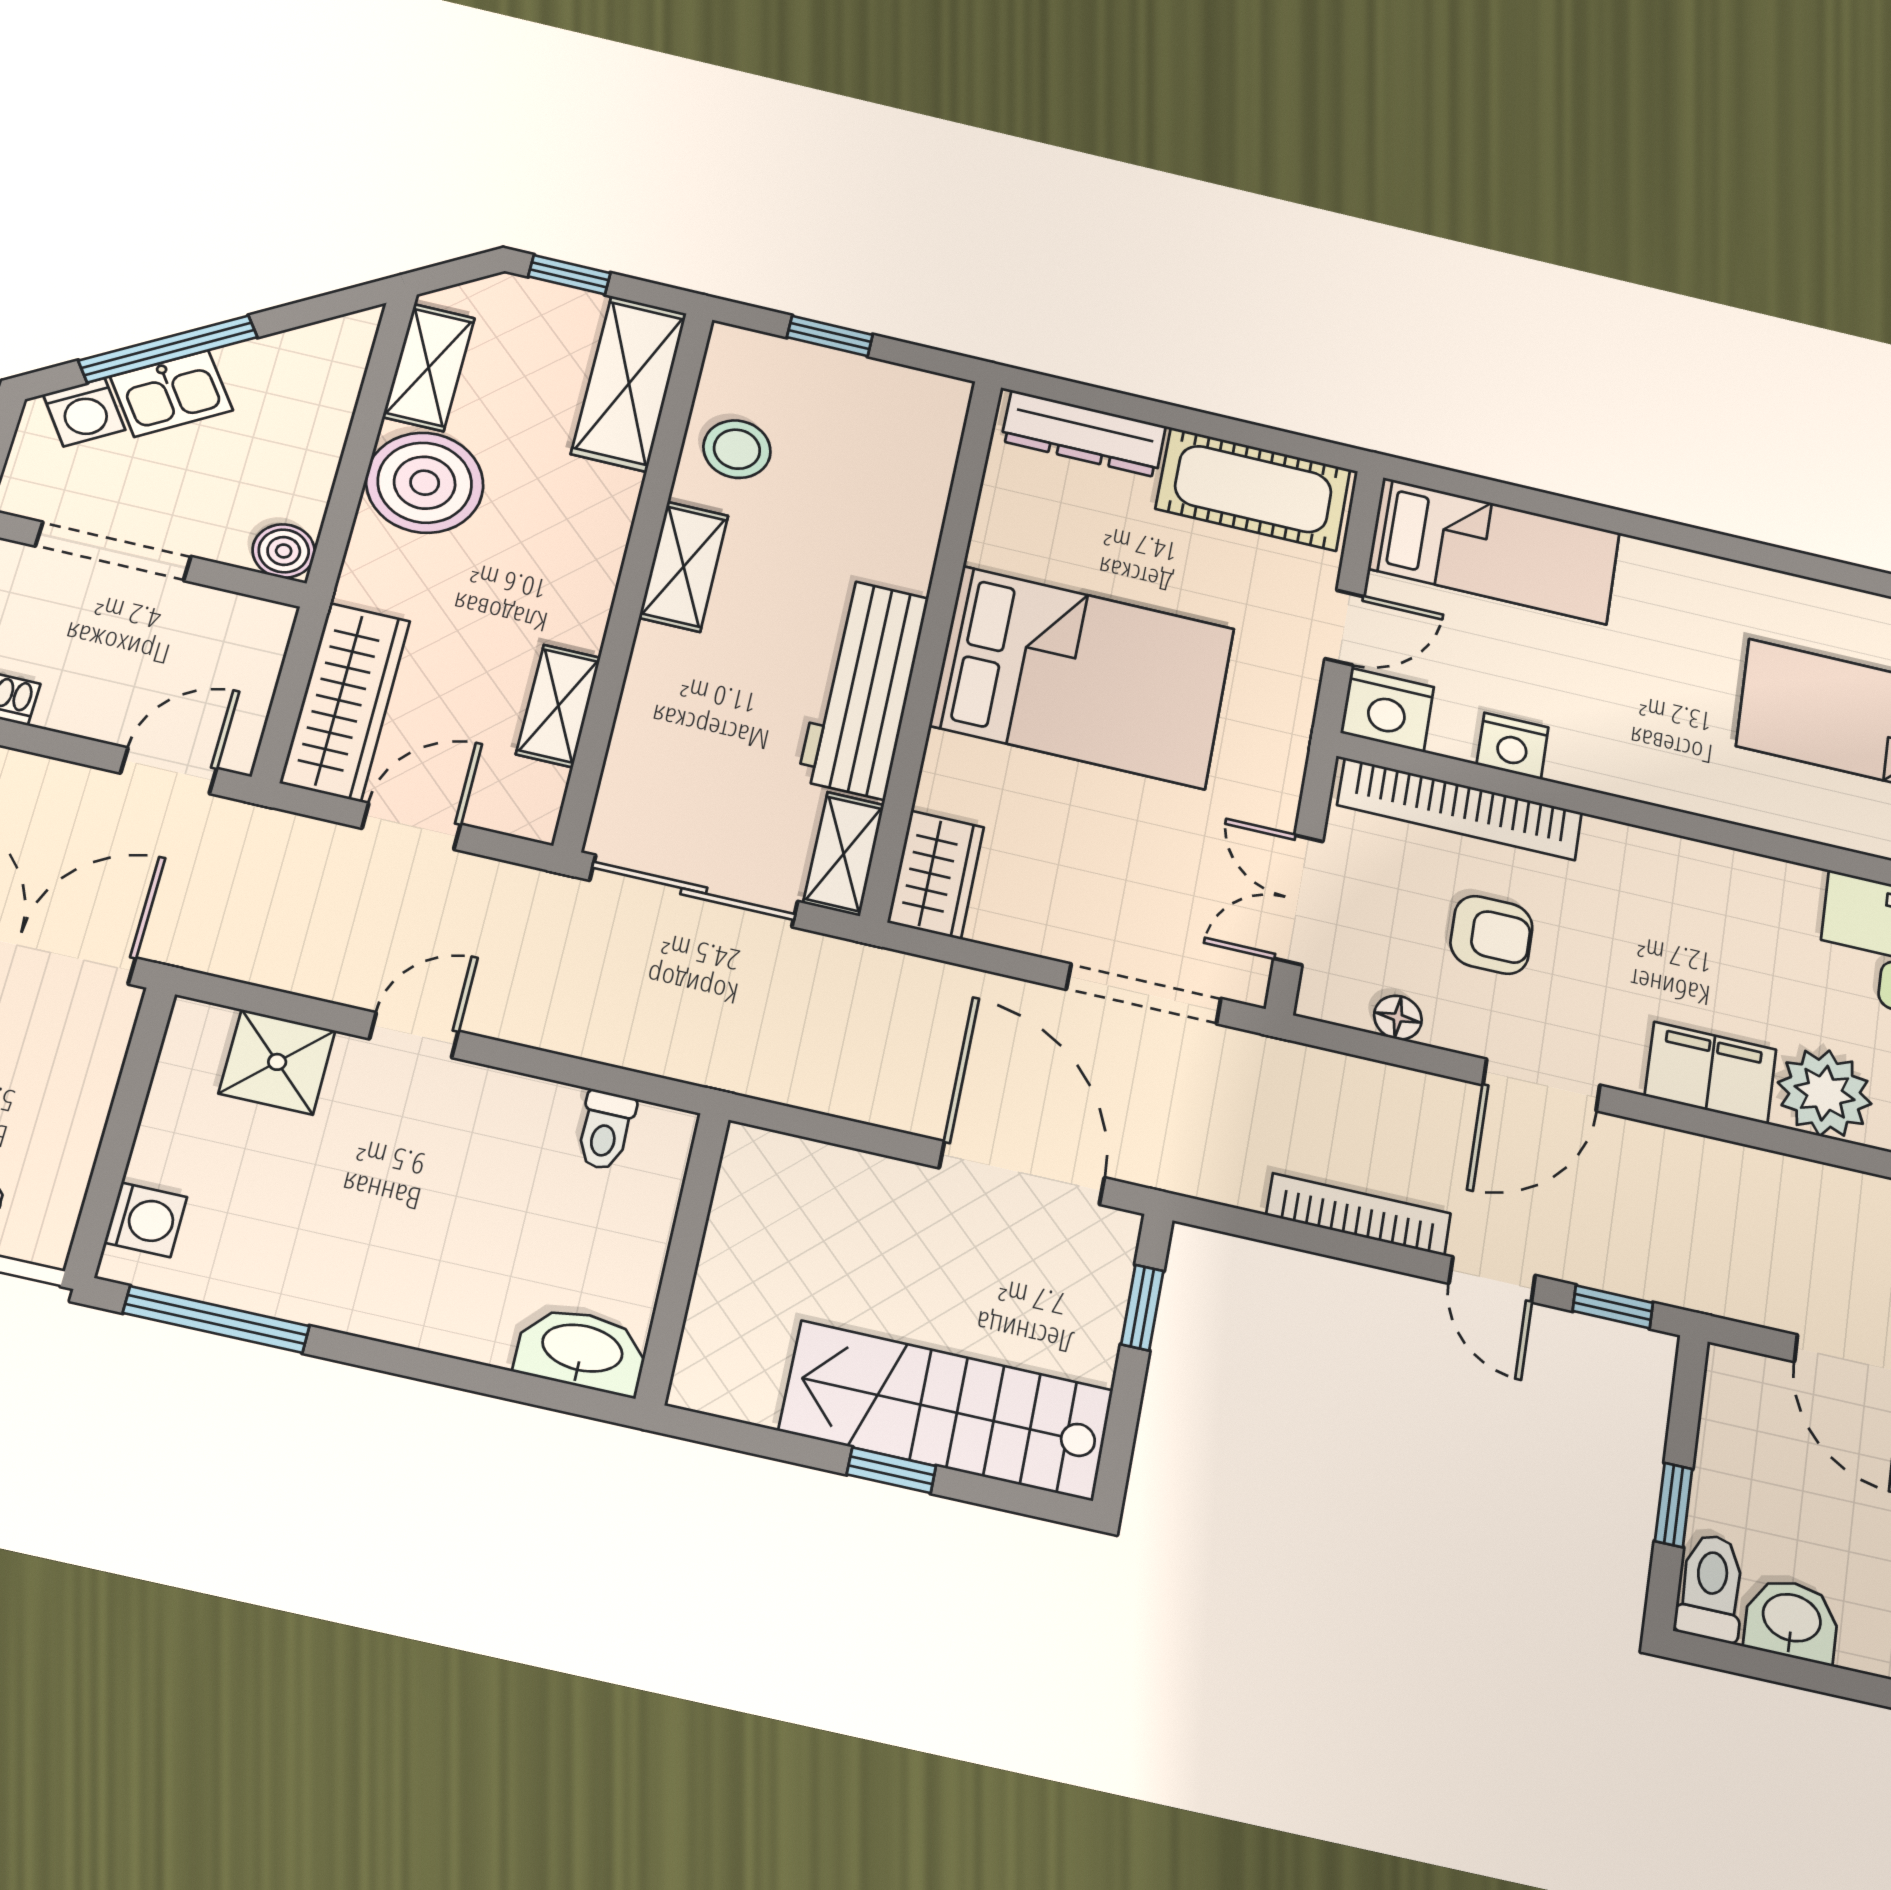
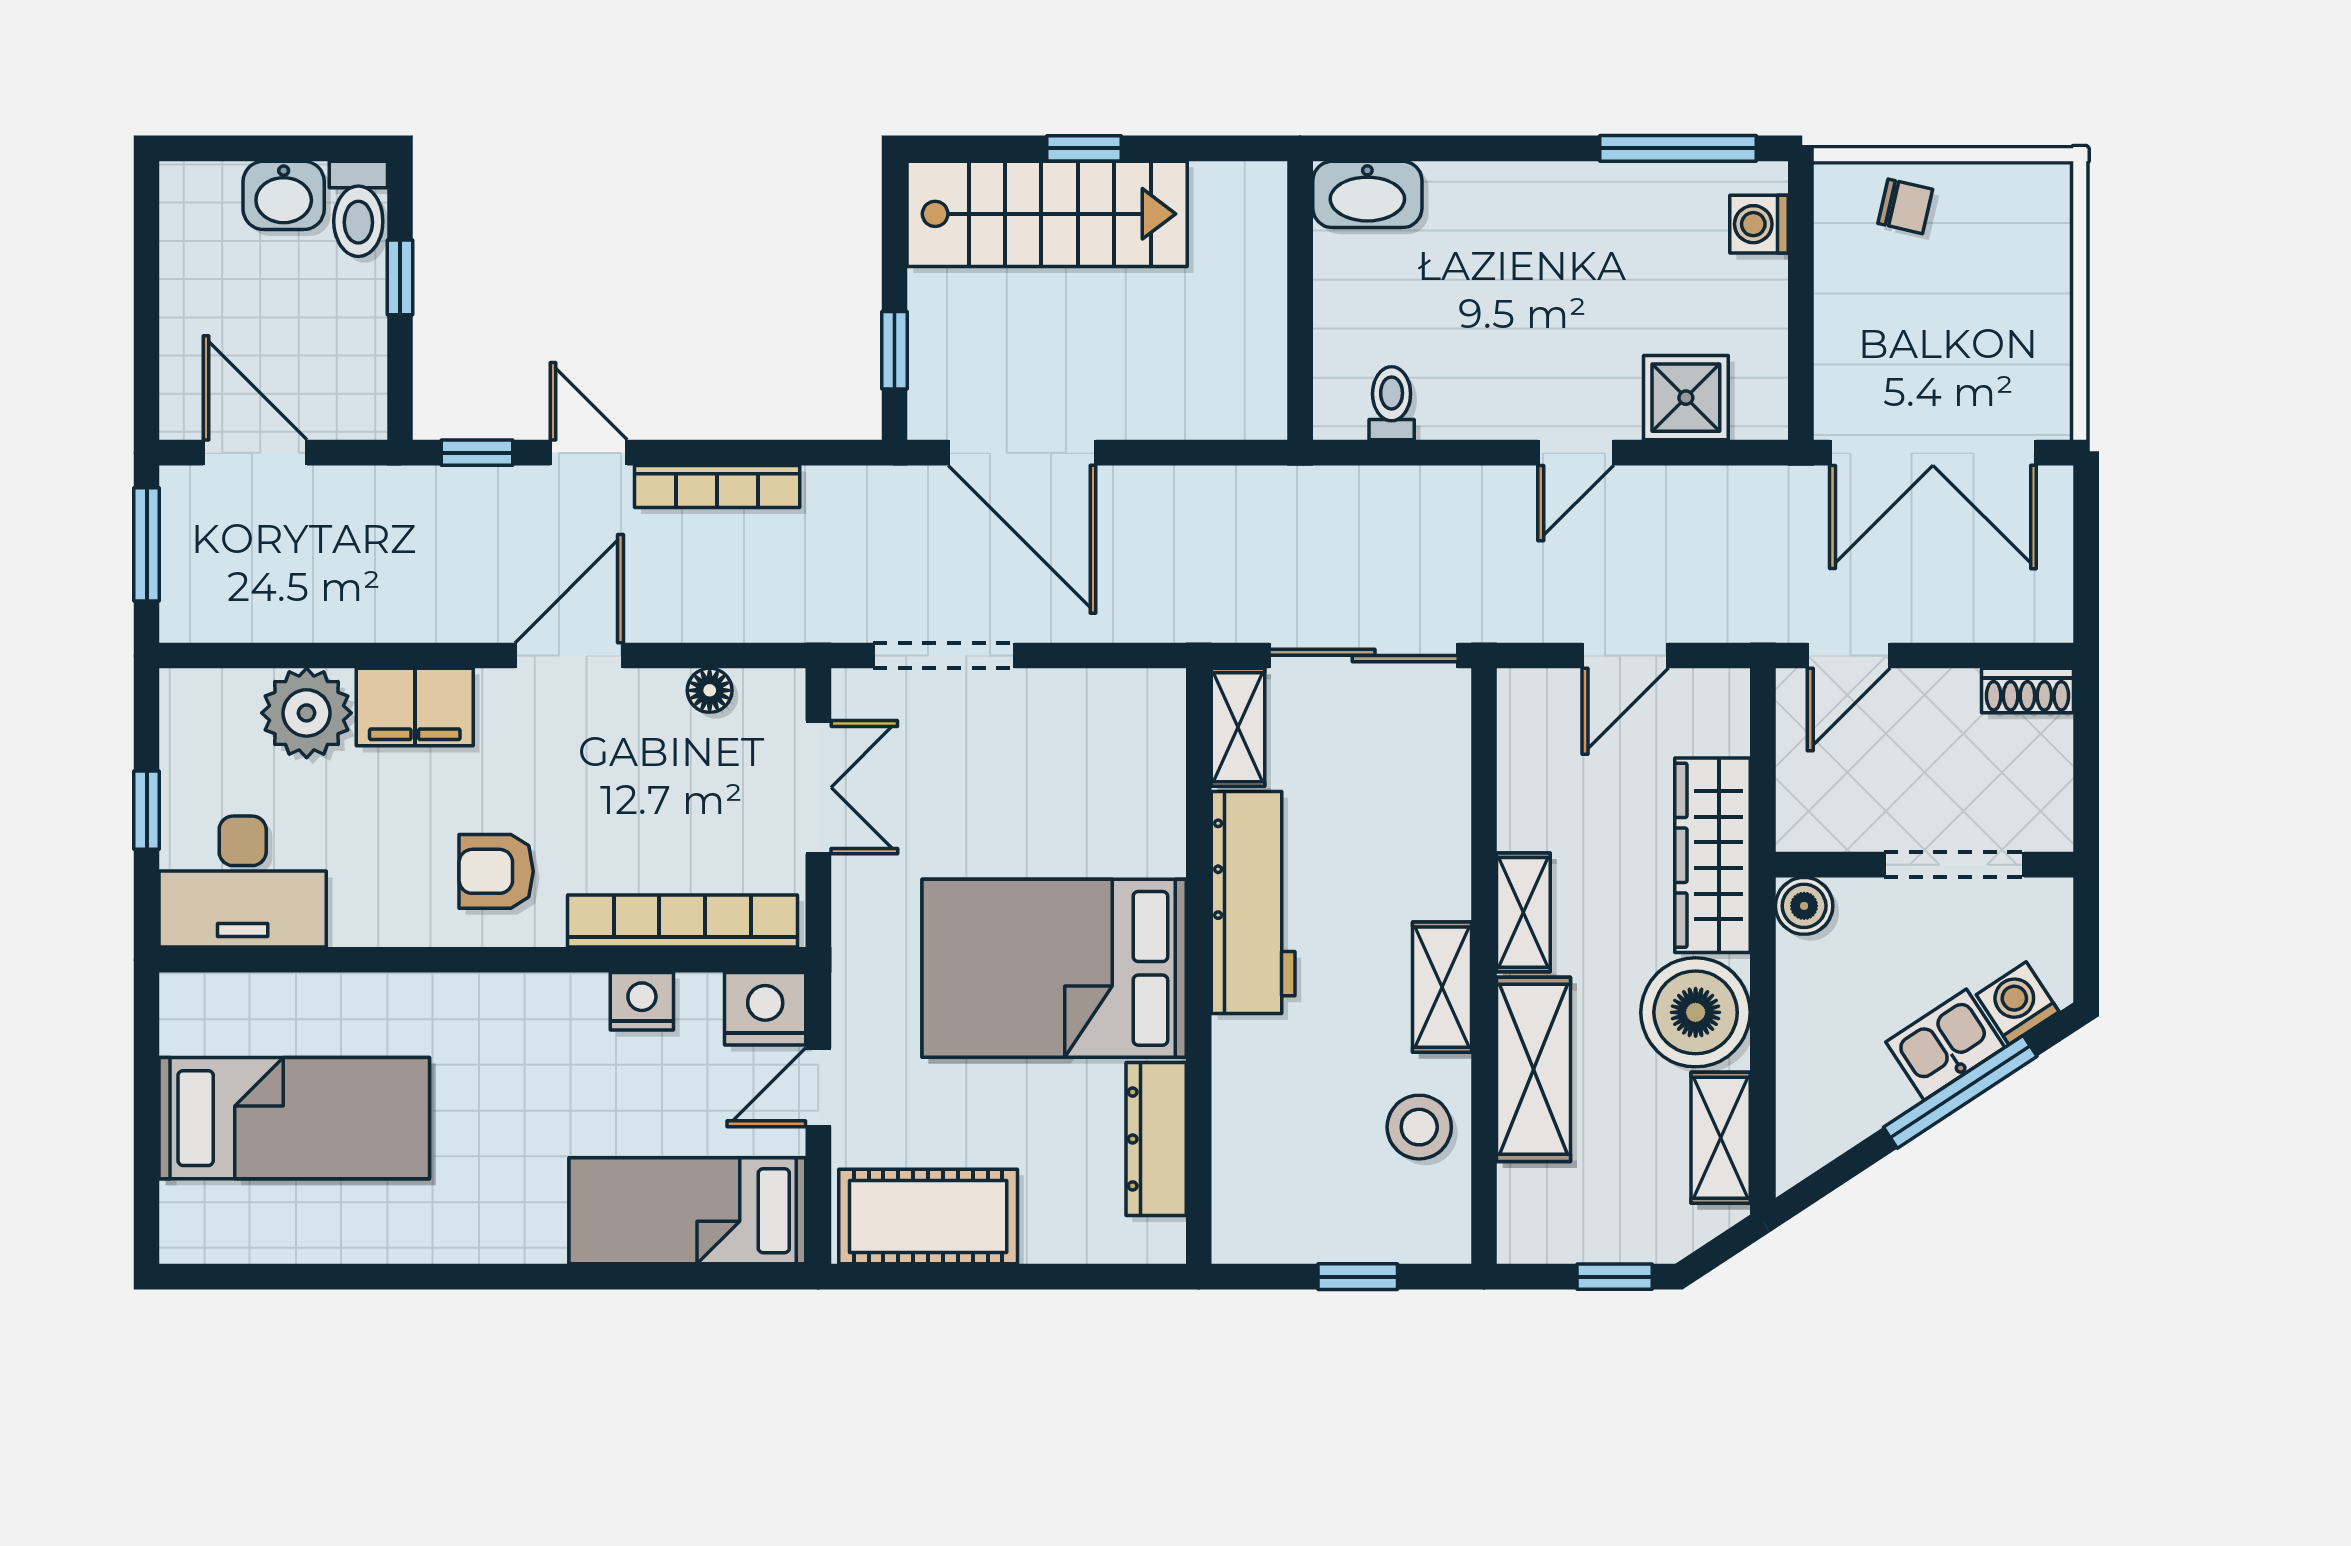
shelving: (629, 383) -> (1534, 1069), moved
dresser: (1084, 434) -> (1156, 1139), moved, turned -90
wardrobe: (345, 702) -> (1713, 855), moved
shelving: (558, 706) -> (1523, 912), moved
wardrobe: (936, 875) -> (1152, 728), removed
armchair: (1491, 935) -> (496, 871), moved

